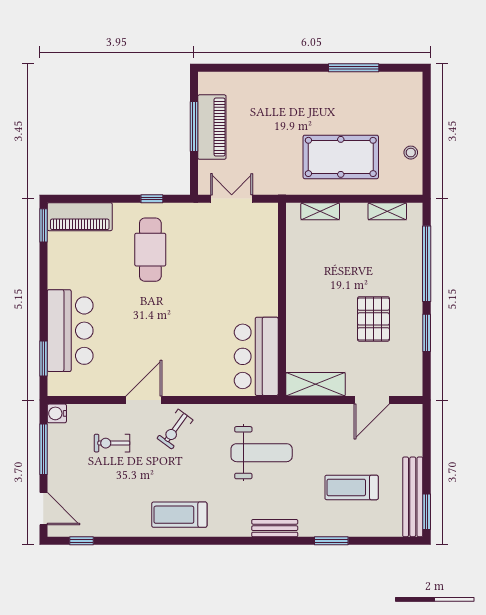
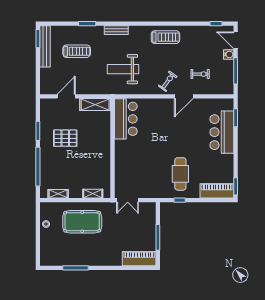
piano: (212, 127) -> (139, 259), moved, turned 90
double door: (232, 199) -> (128, 200), moved
pallet: (373, 319) -> (65, 138), turned 90
water cooler: (57, 413) -> (229, 54), moved

